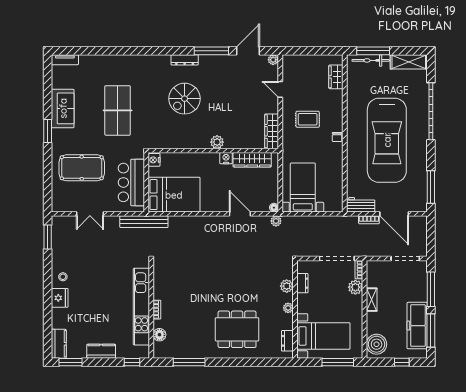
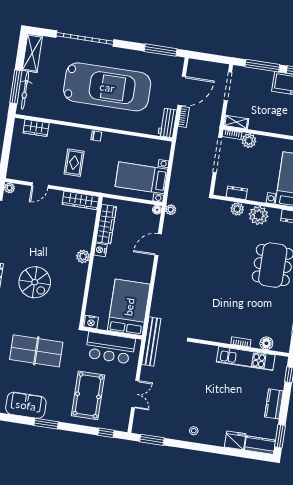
window: (48, 191) -> (106, 433), added
fridge: (60, 298) -> (235, 440), moved
shelving: (372, 300) -> (236, 122), moved
kitchen unit: (141, 307) -> (246, 358), width x0.73
plant: (288, 308) -> (259, 215), width x1.88, depth x1.88

